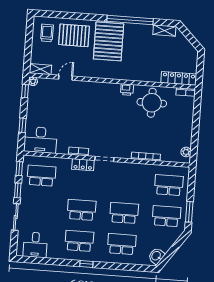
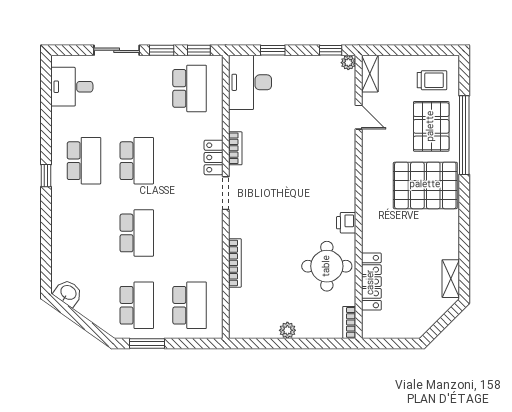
window: (130, 20) -> (464, 135), moved
locker: (179, 78) -> (371, 282), moved
plant: (186, 152) -> (287, 330), moved
school desk: (122, 244) -> (84, 233), removed

